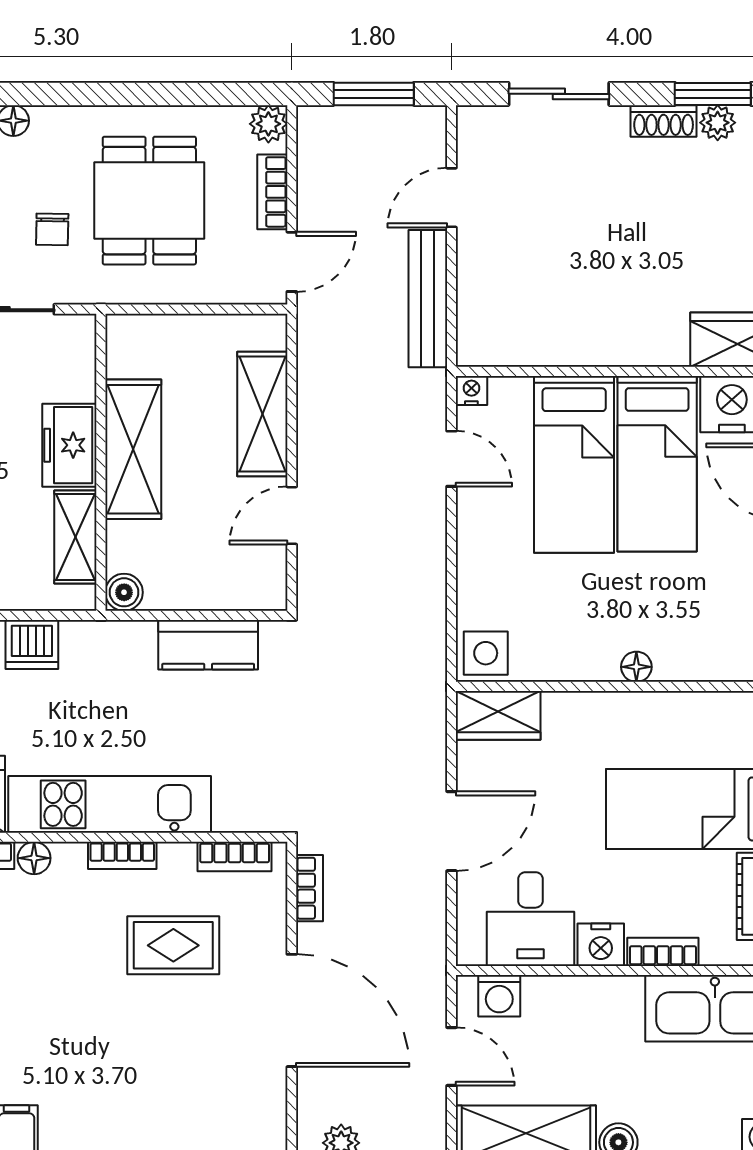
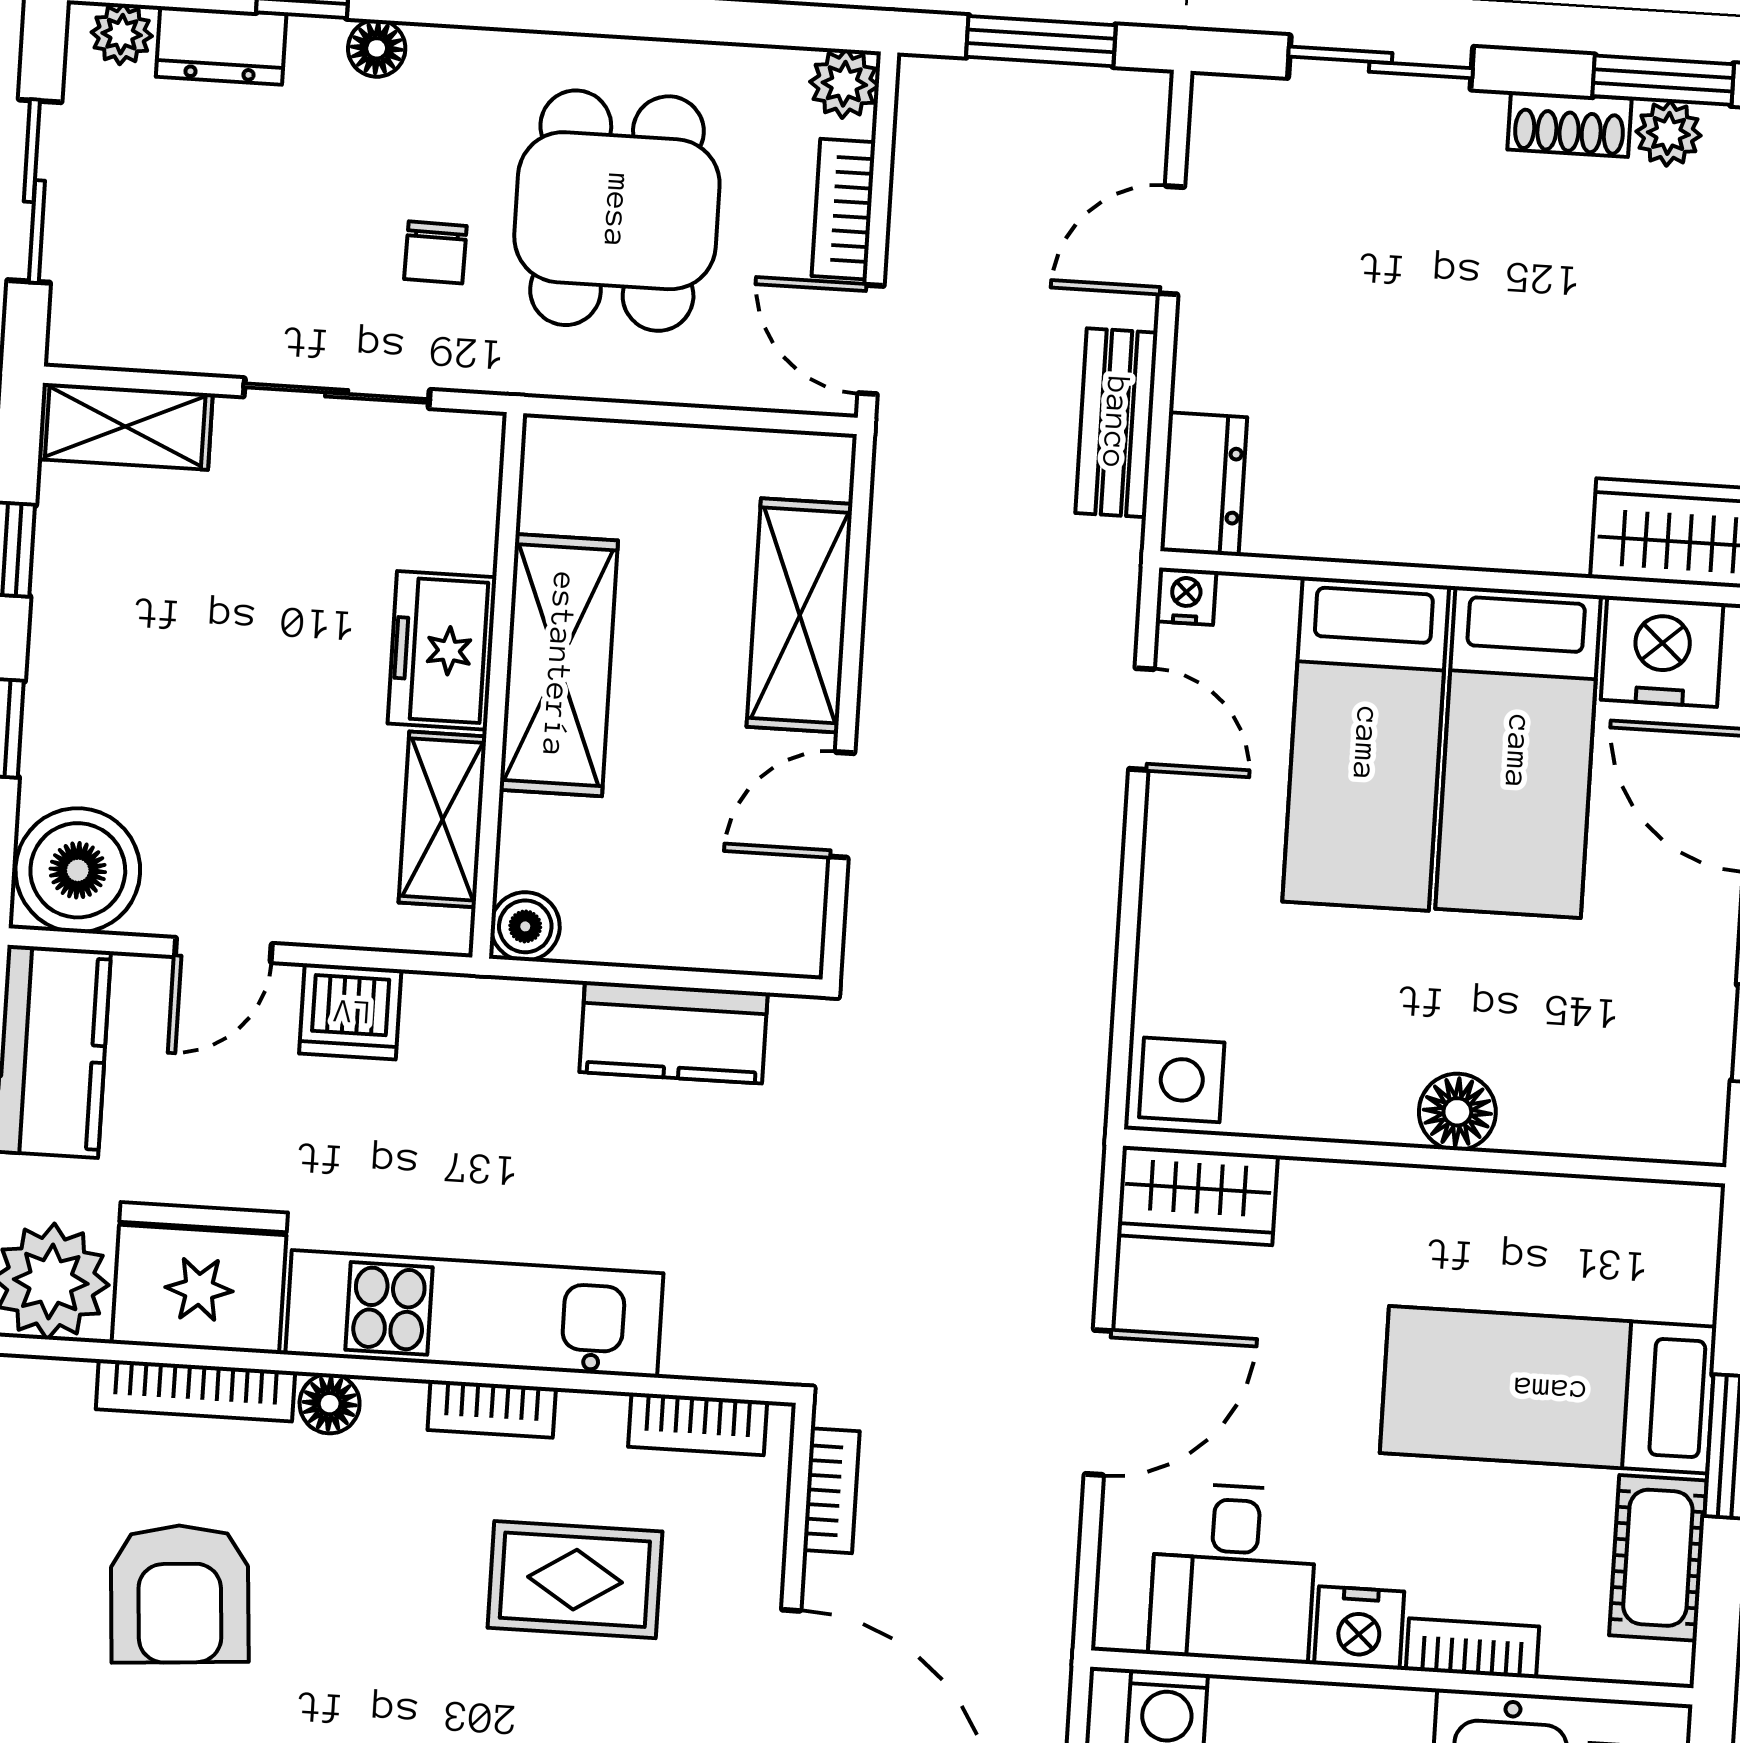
door: (292, 262) -> (871, 340), swing flipped
bench: (428, 299) -> (1116, 423), width x0.73
dresser: (477, 329) -> (1204, 484), added
floor lamp: (636, 667) -> (1457, 1112), width x1.37, depth x1.37

